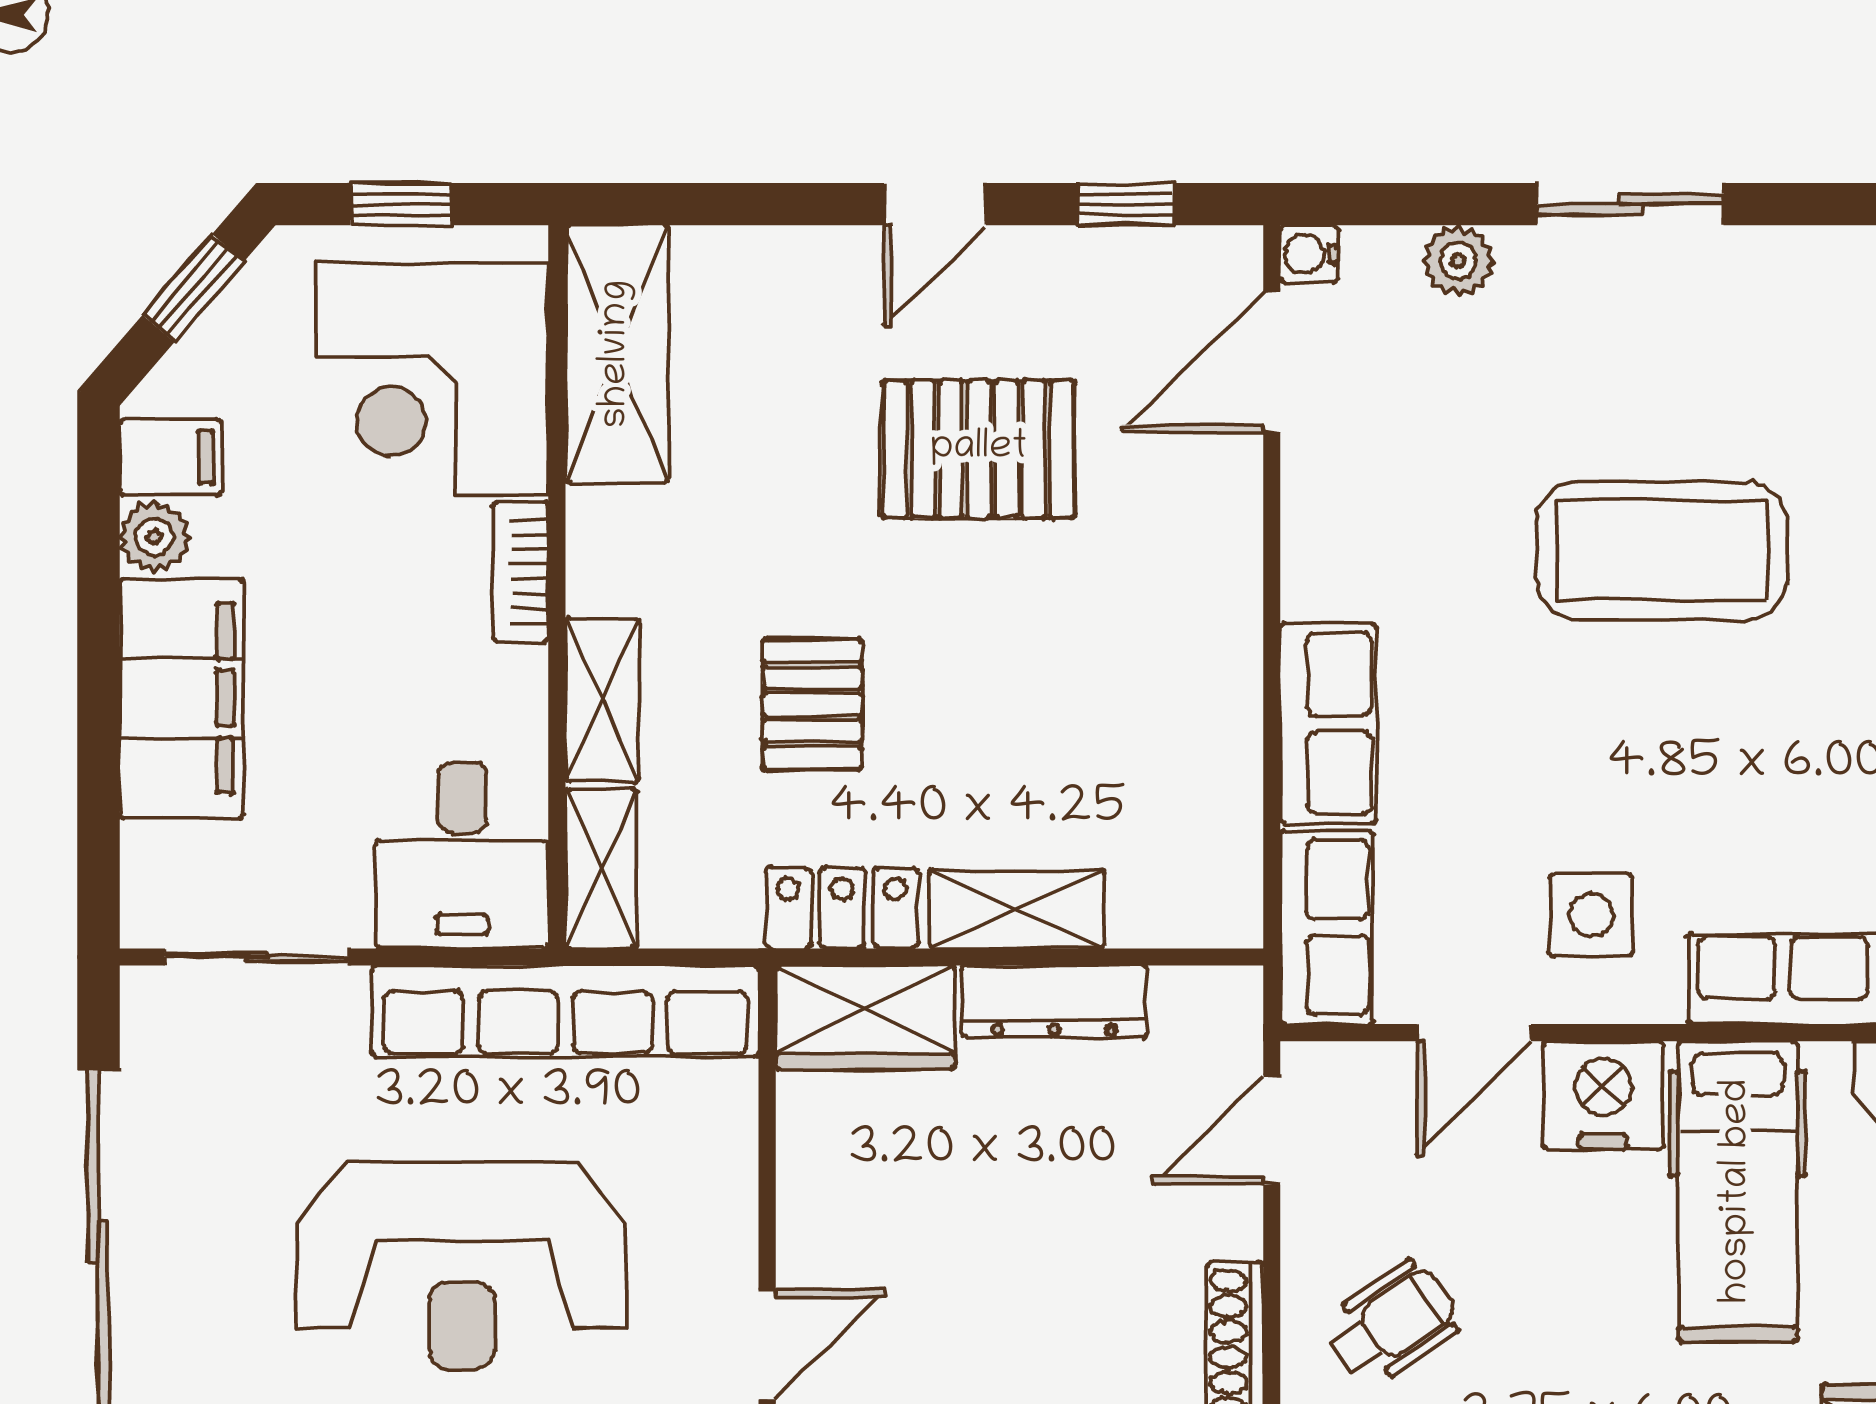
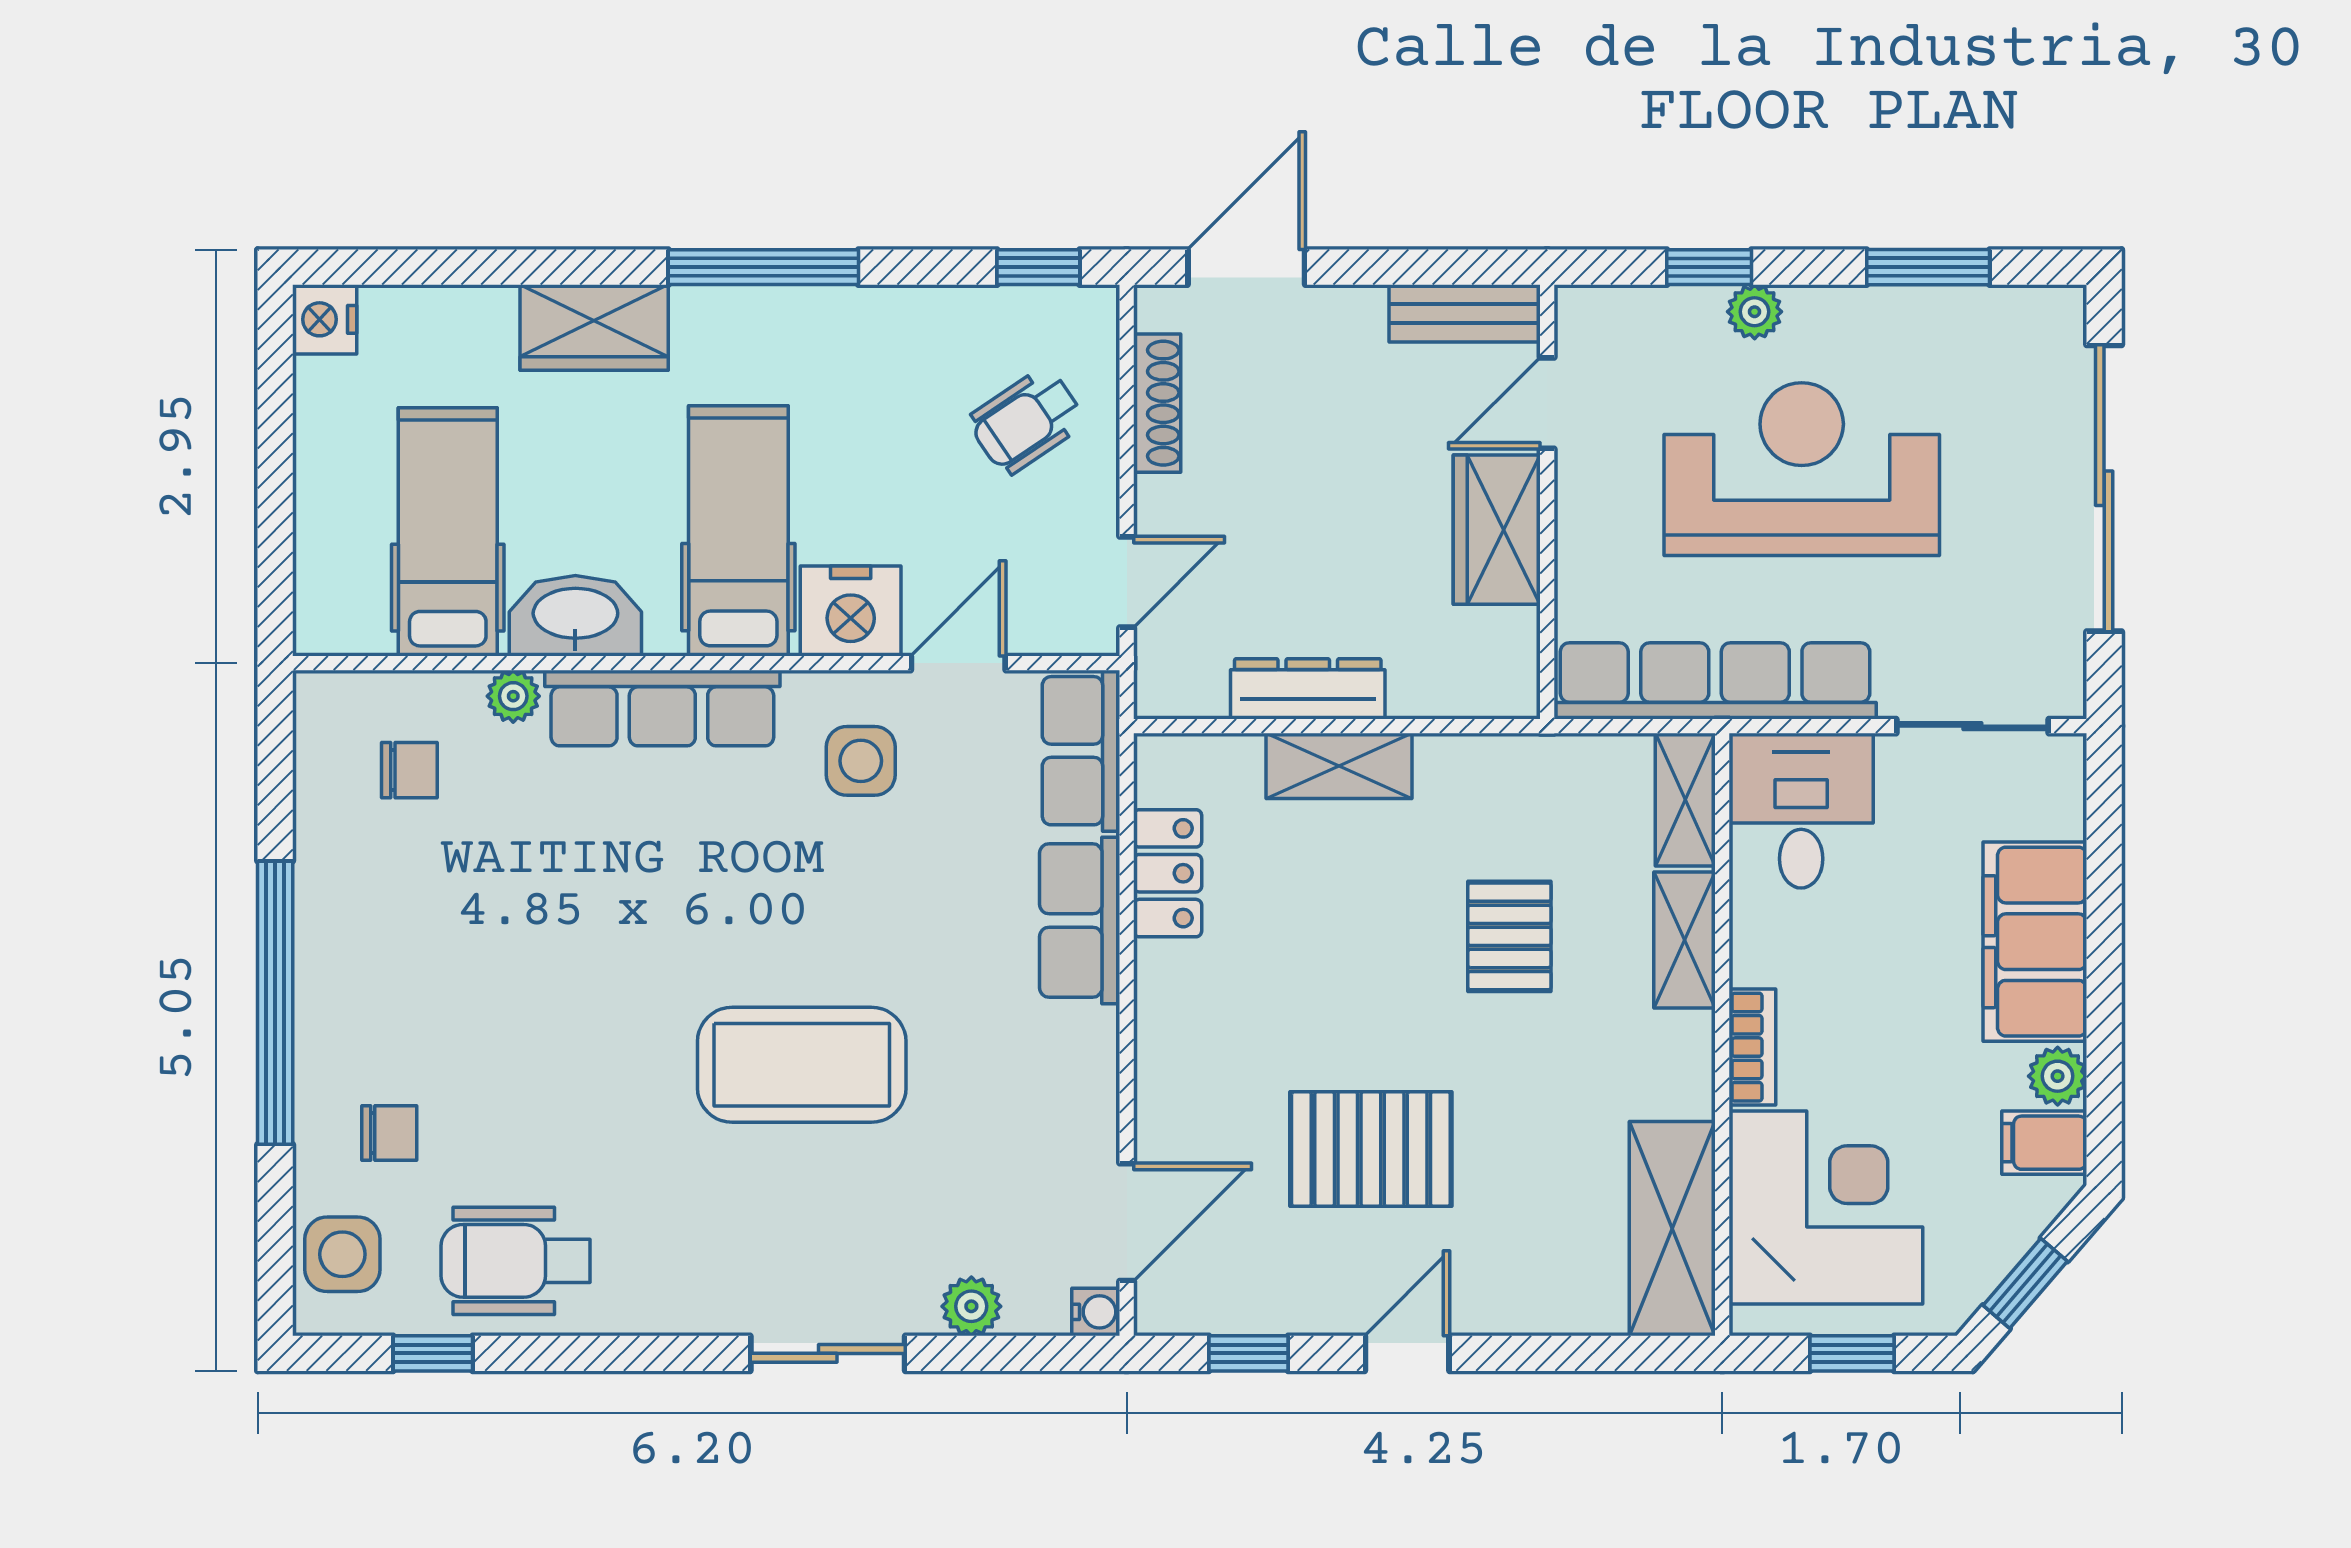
locker: (842, 908) -> (1168, 873), moved, turned -90
wardrobe: (865, 1017) -> (1497, 530), moved, turned -90

